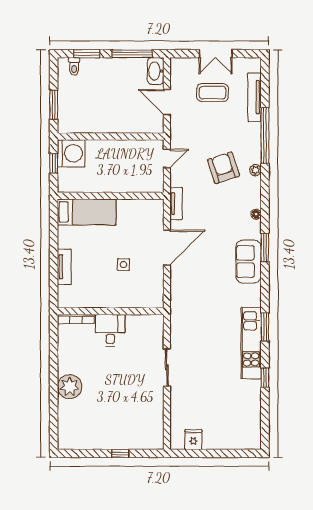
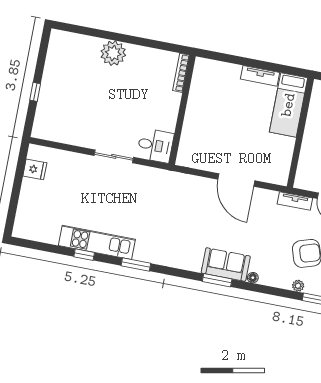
tv unit: (176, 204) -> (295, 201), moved
sofa: (249, 262) -> (226, 265), moved
side table: (123, 265) -> (227, 132), removed
tv unit: (64, 267) -> (260, 76), moved
desk: (110, 330) -> (155, 145), moved
kitchen unit: (251, 343) -> (97, 242), moved

